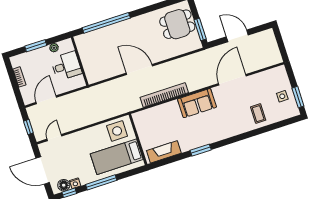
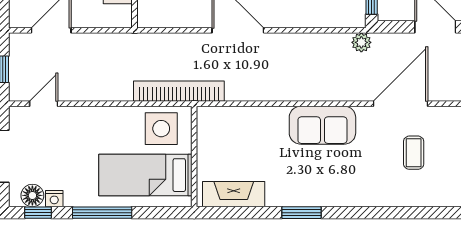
plant: (203, 56) -> (361, 42), added
bookcase: (164, 95) -> (179, 91), moved
coffee table: (258, 114) -> (414, 153), moved

